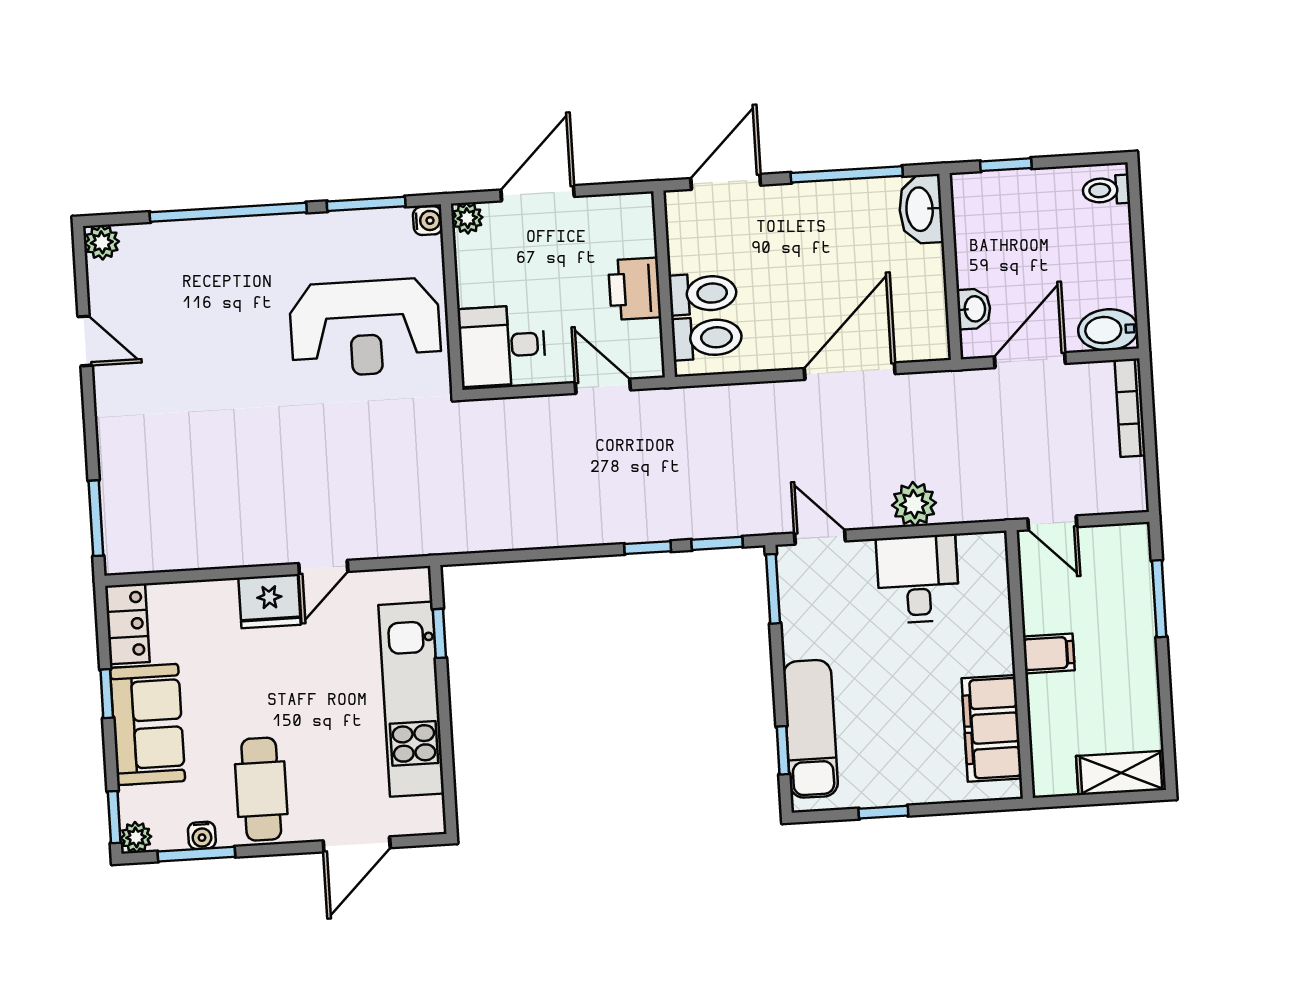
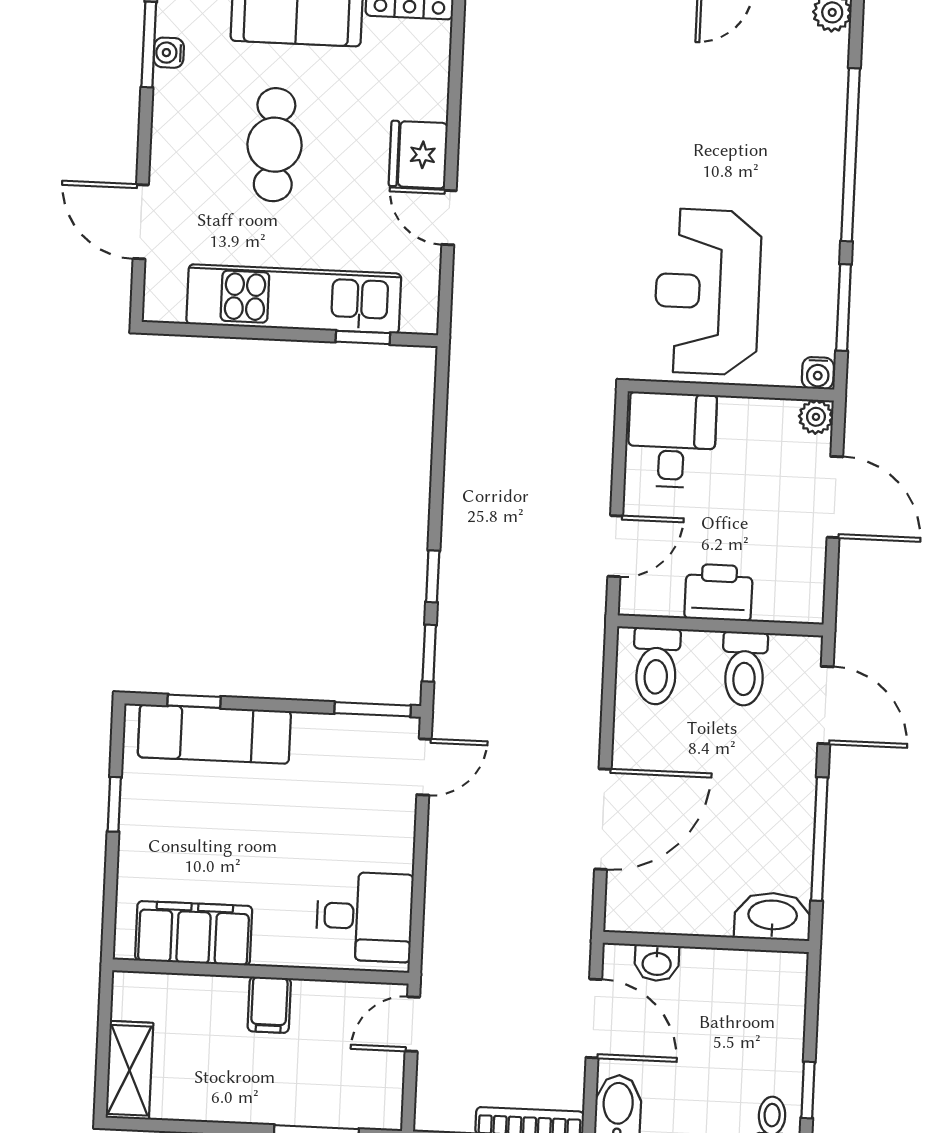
window: (1006, 165) -> (808, 1090), moved
toilet: (703, 294) -> (744, 669), moved
door: (850, 371) -> (603, 819), hinge flipped
plant: (914, 504) -> (449, 874), removed
desk: (918, 579) -> (364, 917), moved
cafe table: (261, 789) -> (275, 145), moved, turned 90

